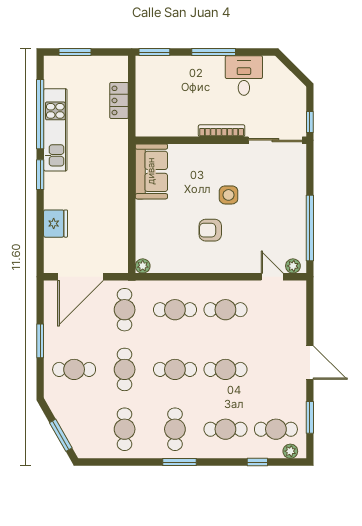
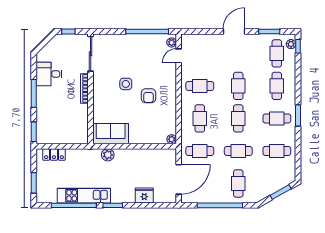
locker: (119, 100) -> (54, 154), moved
window: (310, 122) -> (68, 32), moved
plant: (119, 167) -> (108, 155), added
door: (81, 277) -> (179, 179), hinge flipped
cafe table: (225, 310) -> (200, 86), turned 90
window: (40, 341) -> (220, 205), width x2.11
window: (257, 462) -> (298, 46), moved

